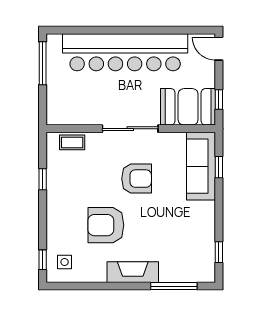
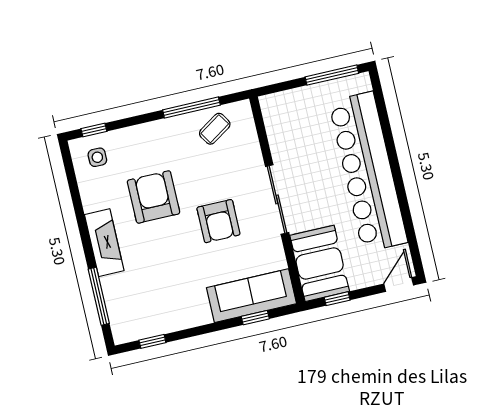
coffee table: (72, 142) -> (215, 129), moved, turned 57
window: (43, 179) -> (191, 107), width x2.17

